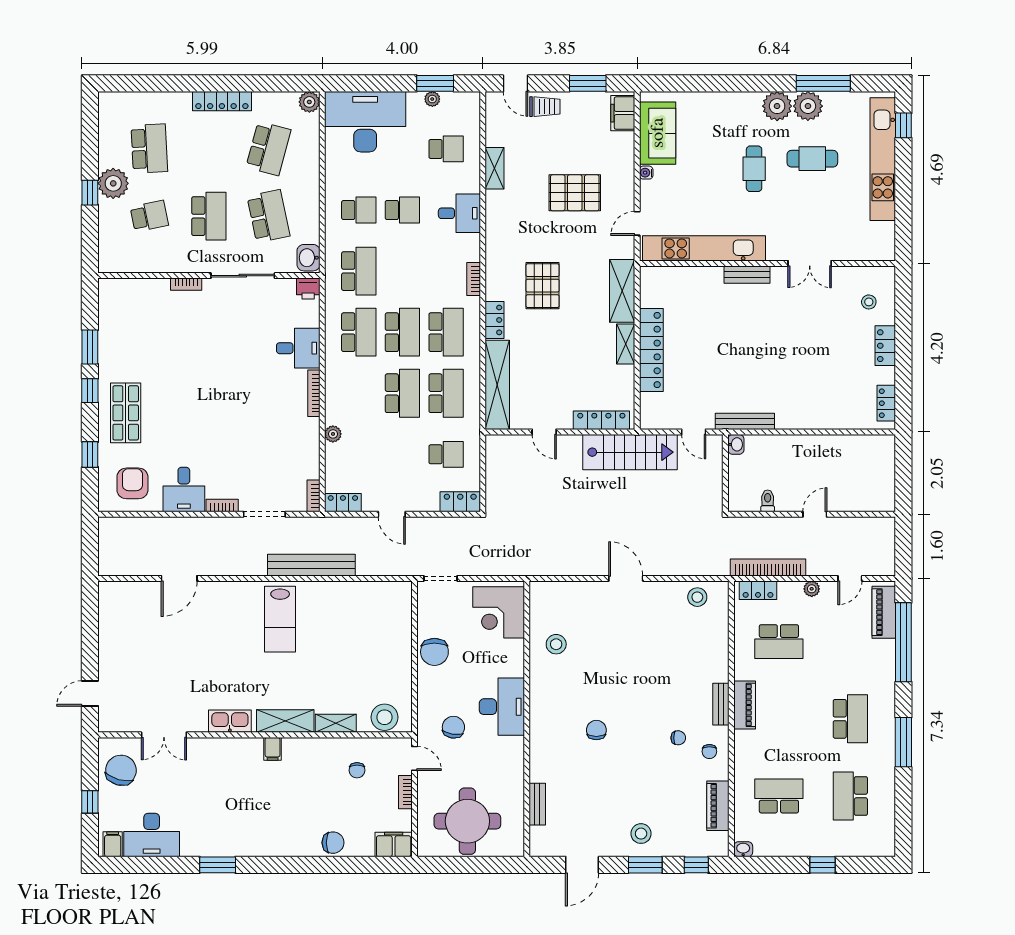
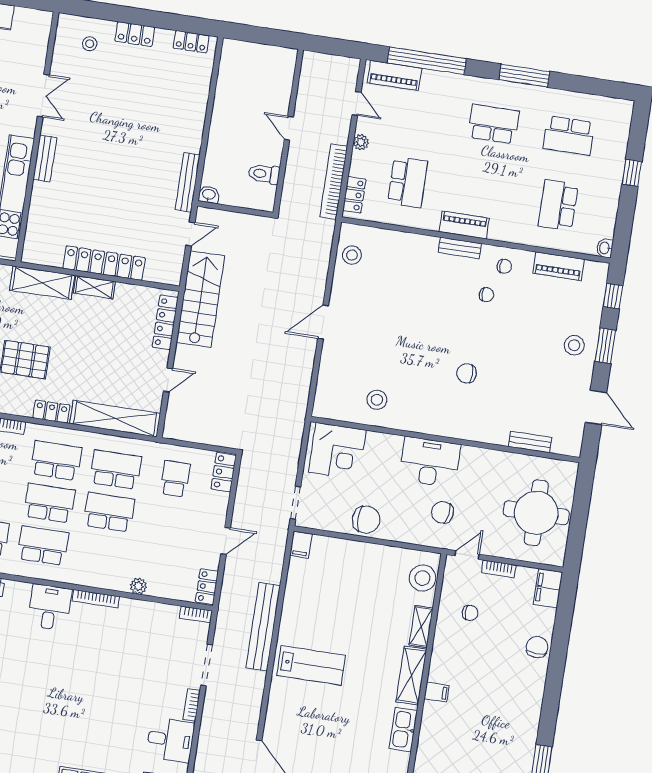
toilet: (768, 501) -> (264, 174), width x1.37, depth x1.39
filing cabinet: (399, 590) -> (301, 545), added
chair: (678, 738) -> (486, 295), turned 90

